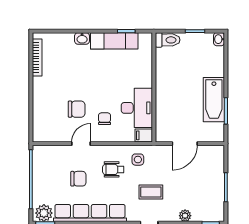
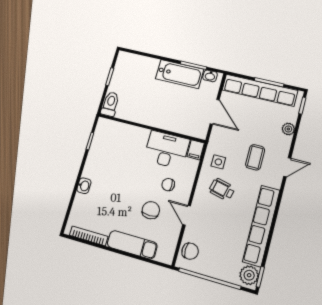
washbasin: (219, 39) -> (210, 76), moved
exam couch: (114, 41) -> (132, 245), moved, turned -90
wheelchair: (113, 169) -> (222, 189), turned 103
chair: (78, 179) -> (190, 251), moved, turned 90
row of seats: (216, 180) -> (260, 90), added

